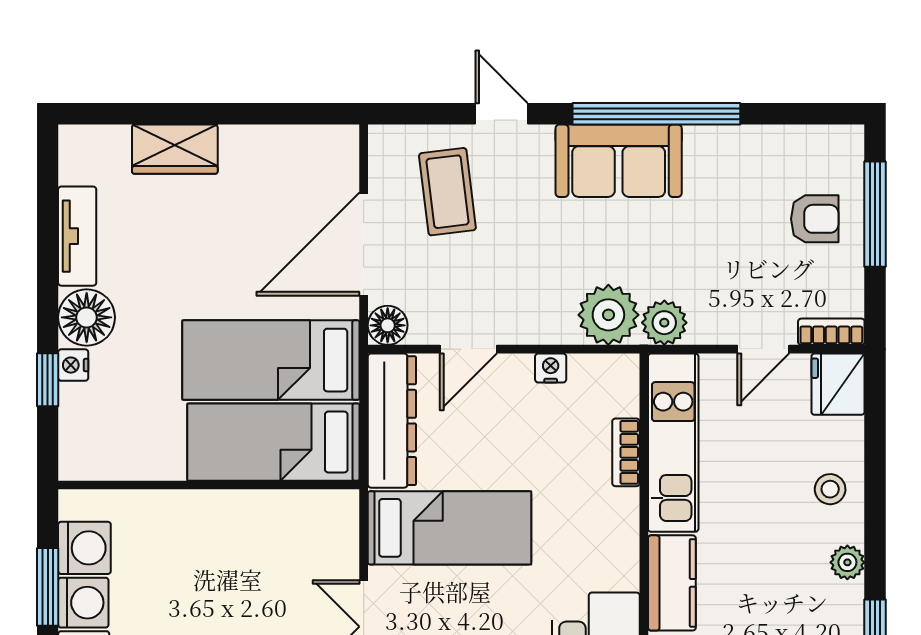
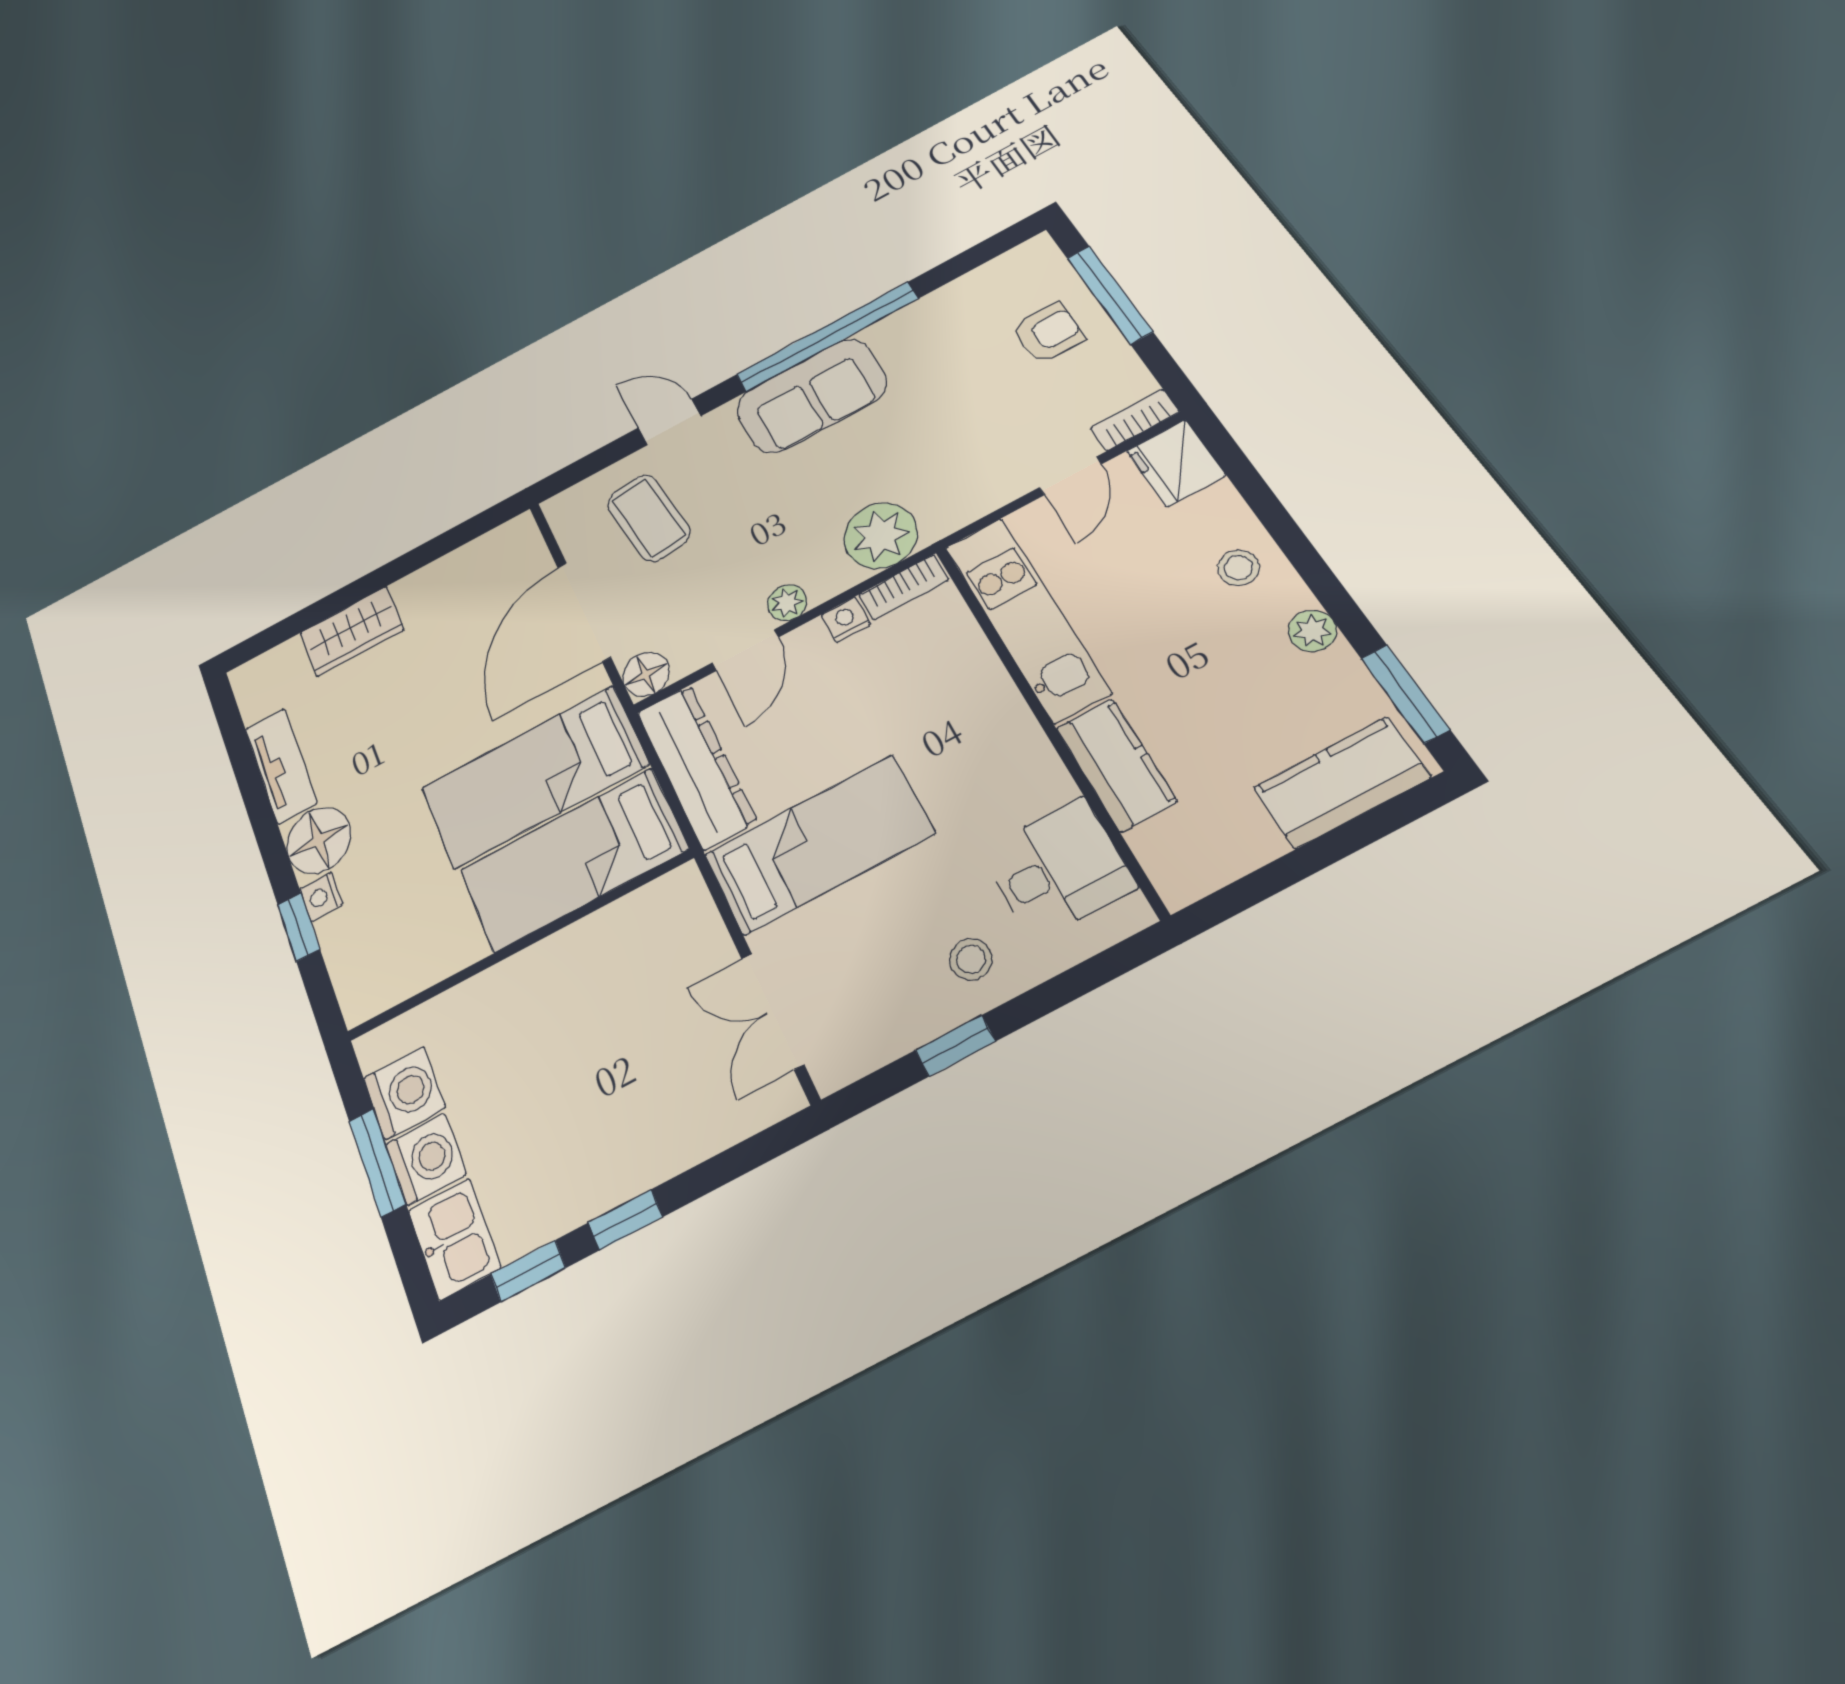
plant: (664, 323) -> (787, 603), moved, width x0.73, depth x0.73
bookcase: (626, 452) -> (904, 587), moved, turned -90

